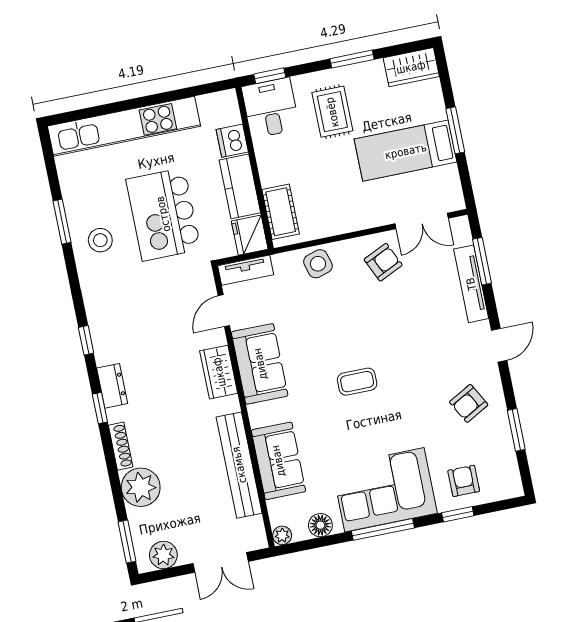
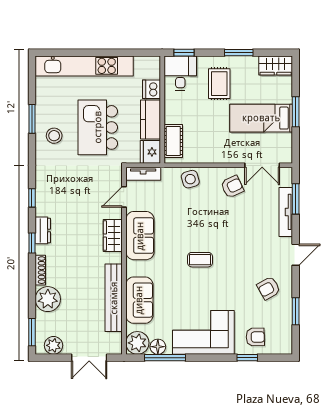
armchair: (464, 481) -> (255, 337), turned 89
window: (383, 529) -> (165, 358), moved
plant: (282, 535) -> (137, 343), width x1.88, depth x1.88

